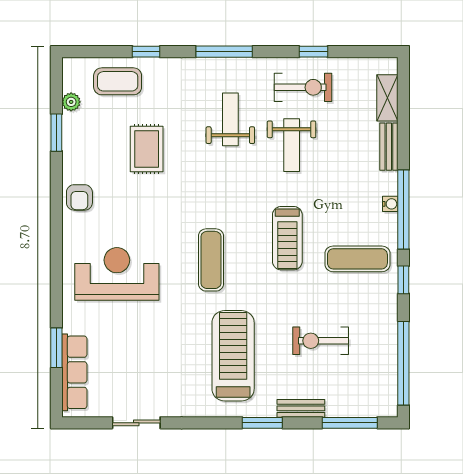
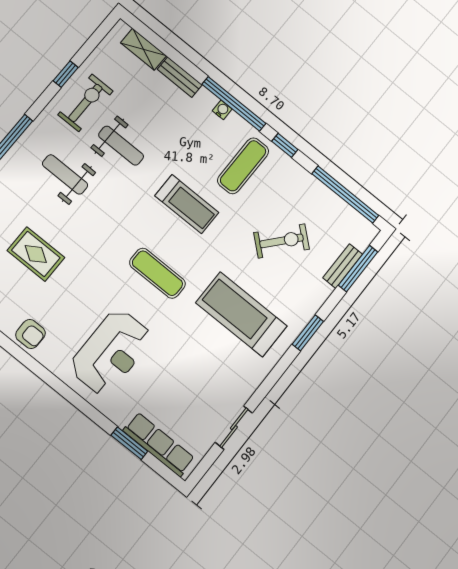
reception desk: (117, 274) -> (111, 352), turned 180
exercise bike: (321, 341) -> (282, 241), turned -139
bench: (301, 408) -> (343, 266), moved

